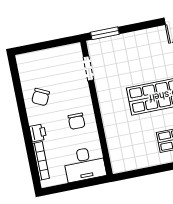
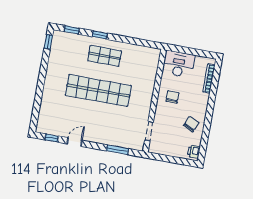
window: (105, 33) -> (117, 150), moved
printer: (38, 133) -> (194, 152), moved

